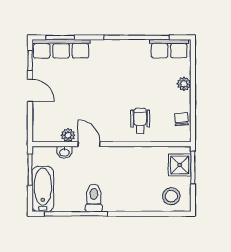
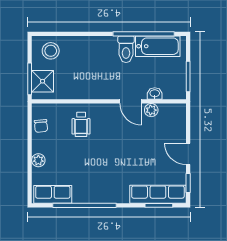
bathtub: (43, 189) -> (158, 46), moved, turned -90

